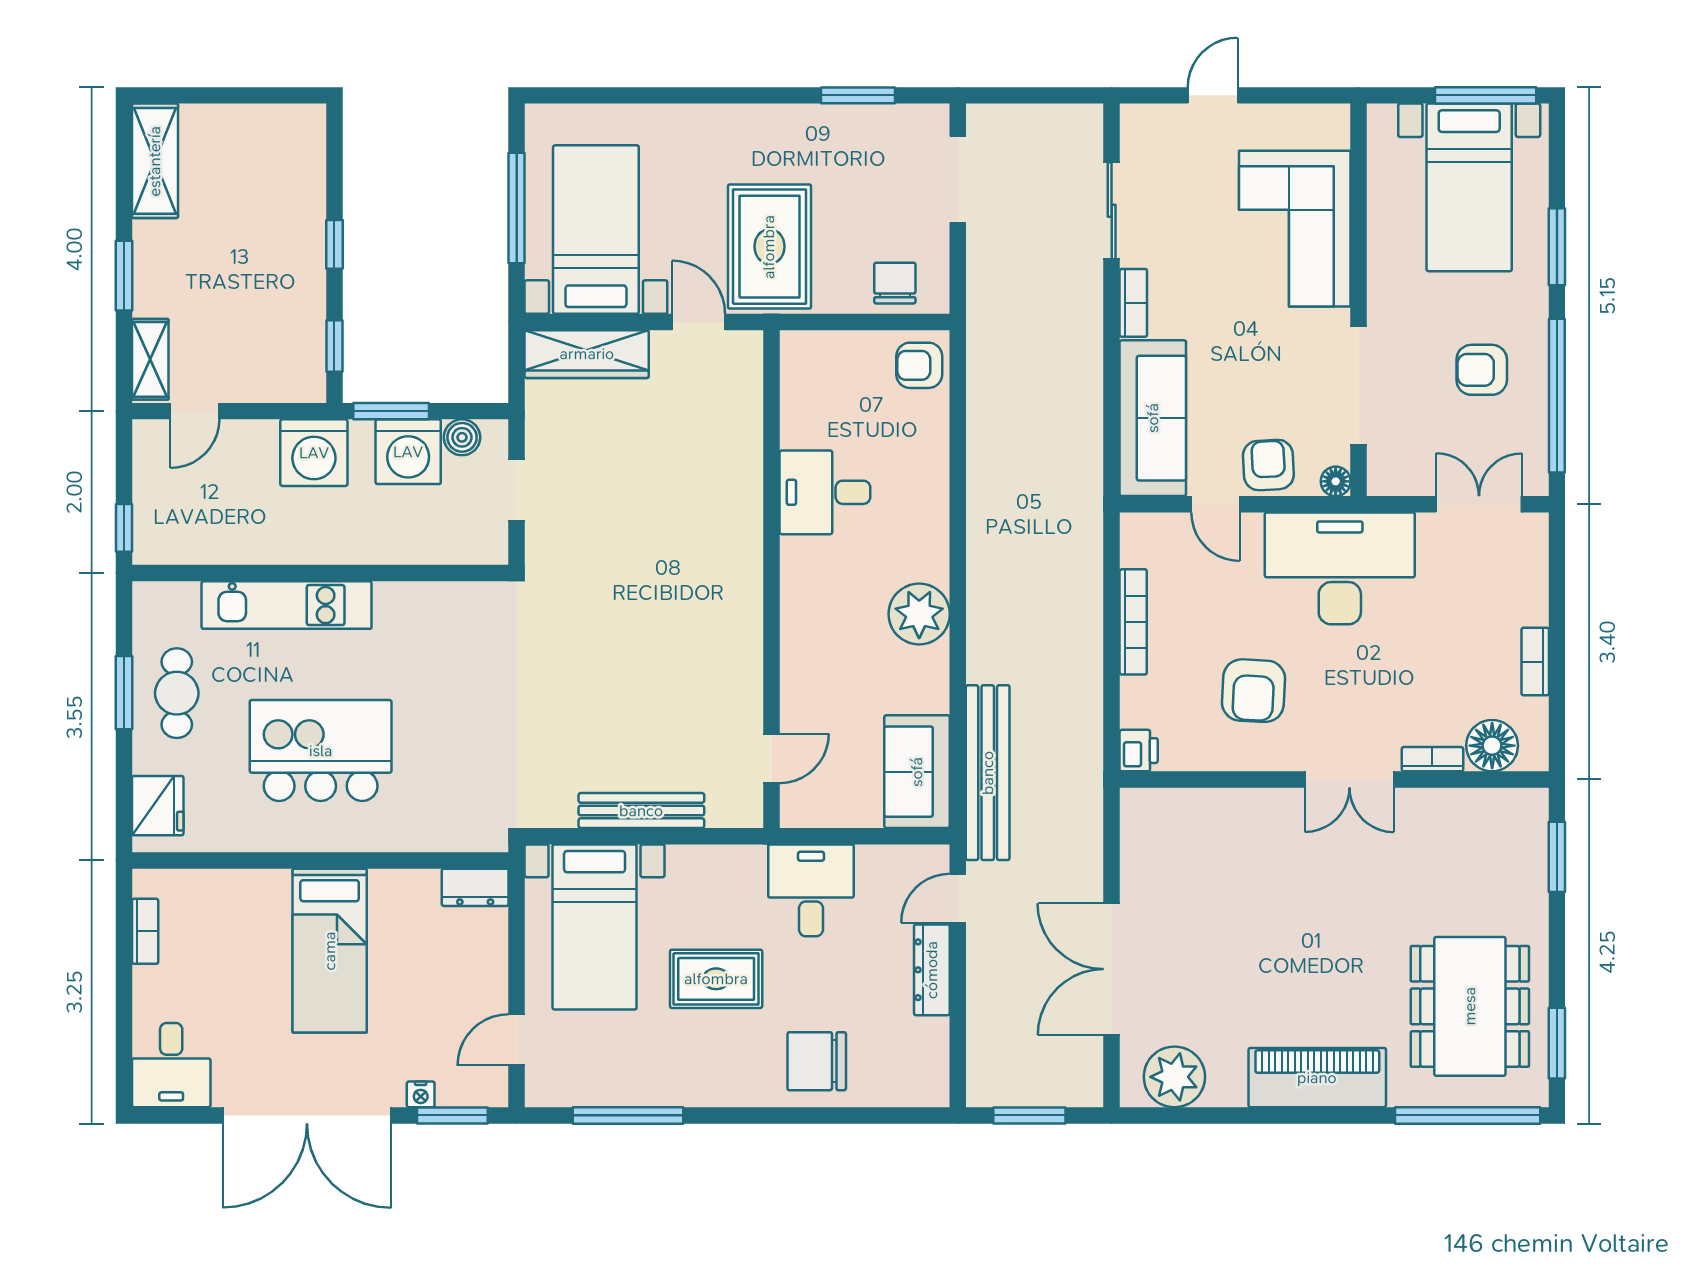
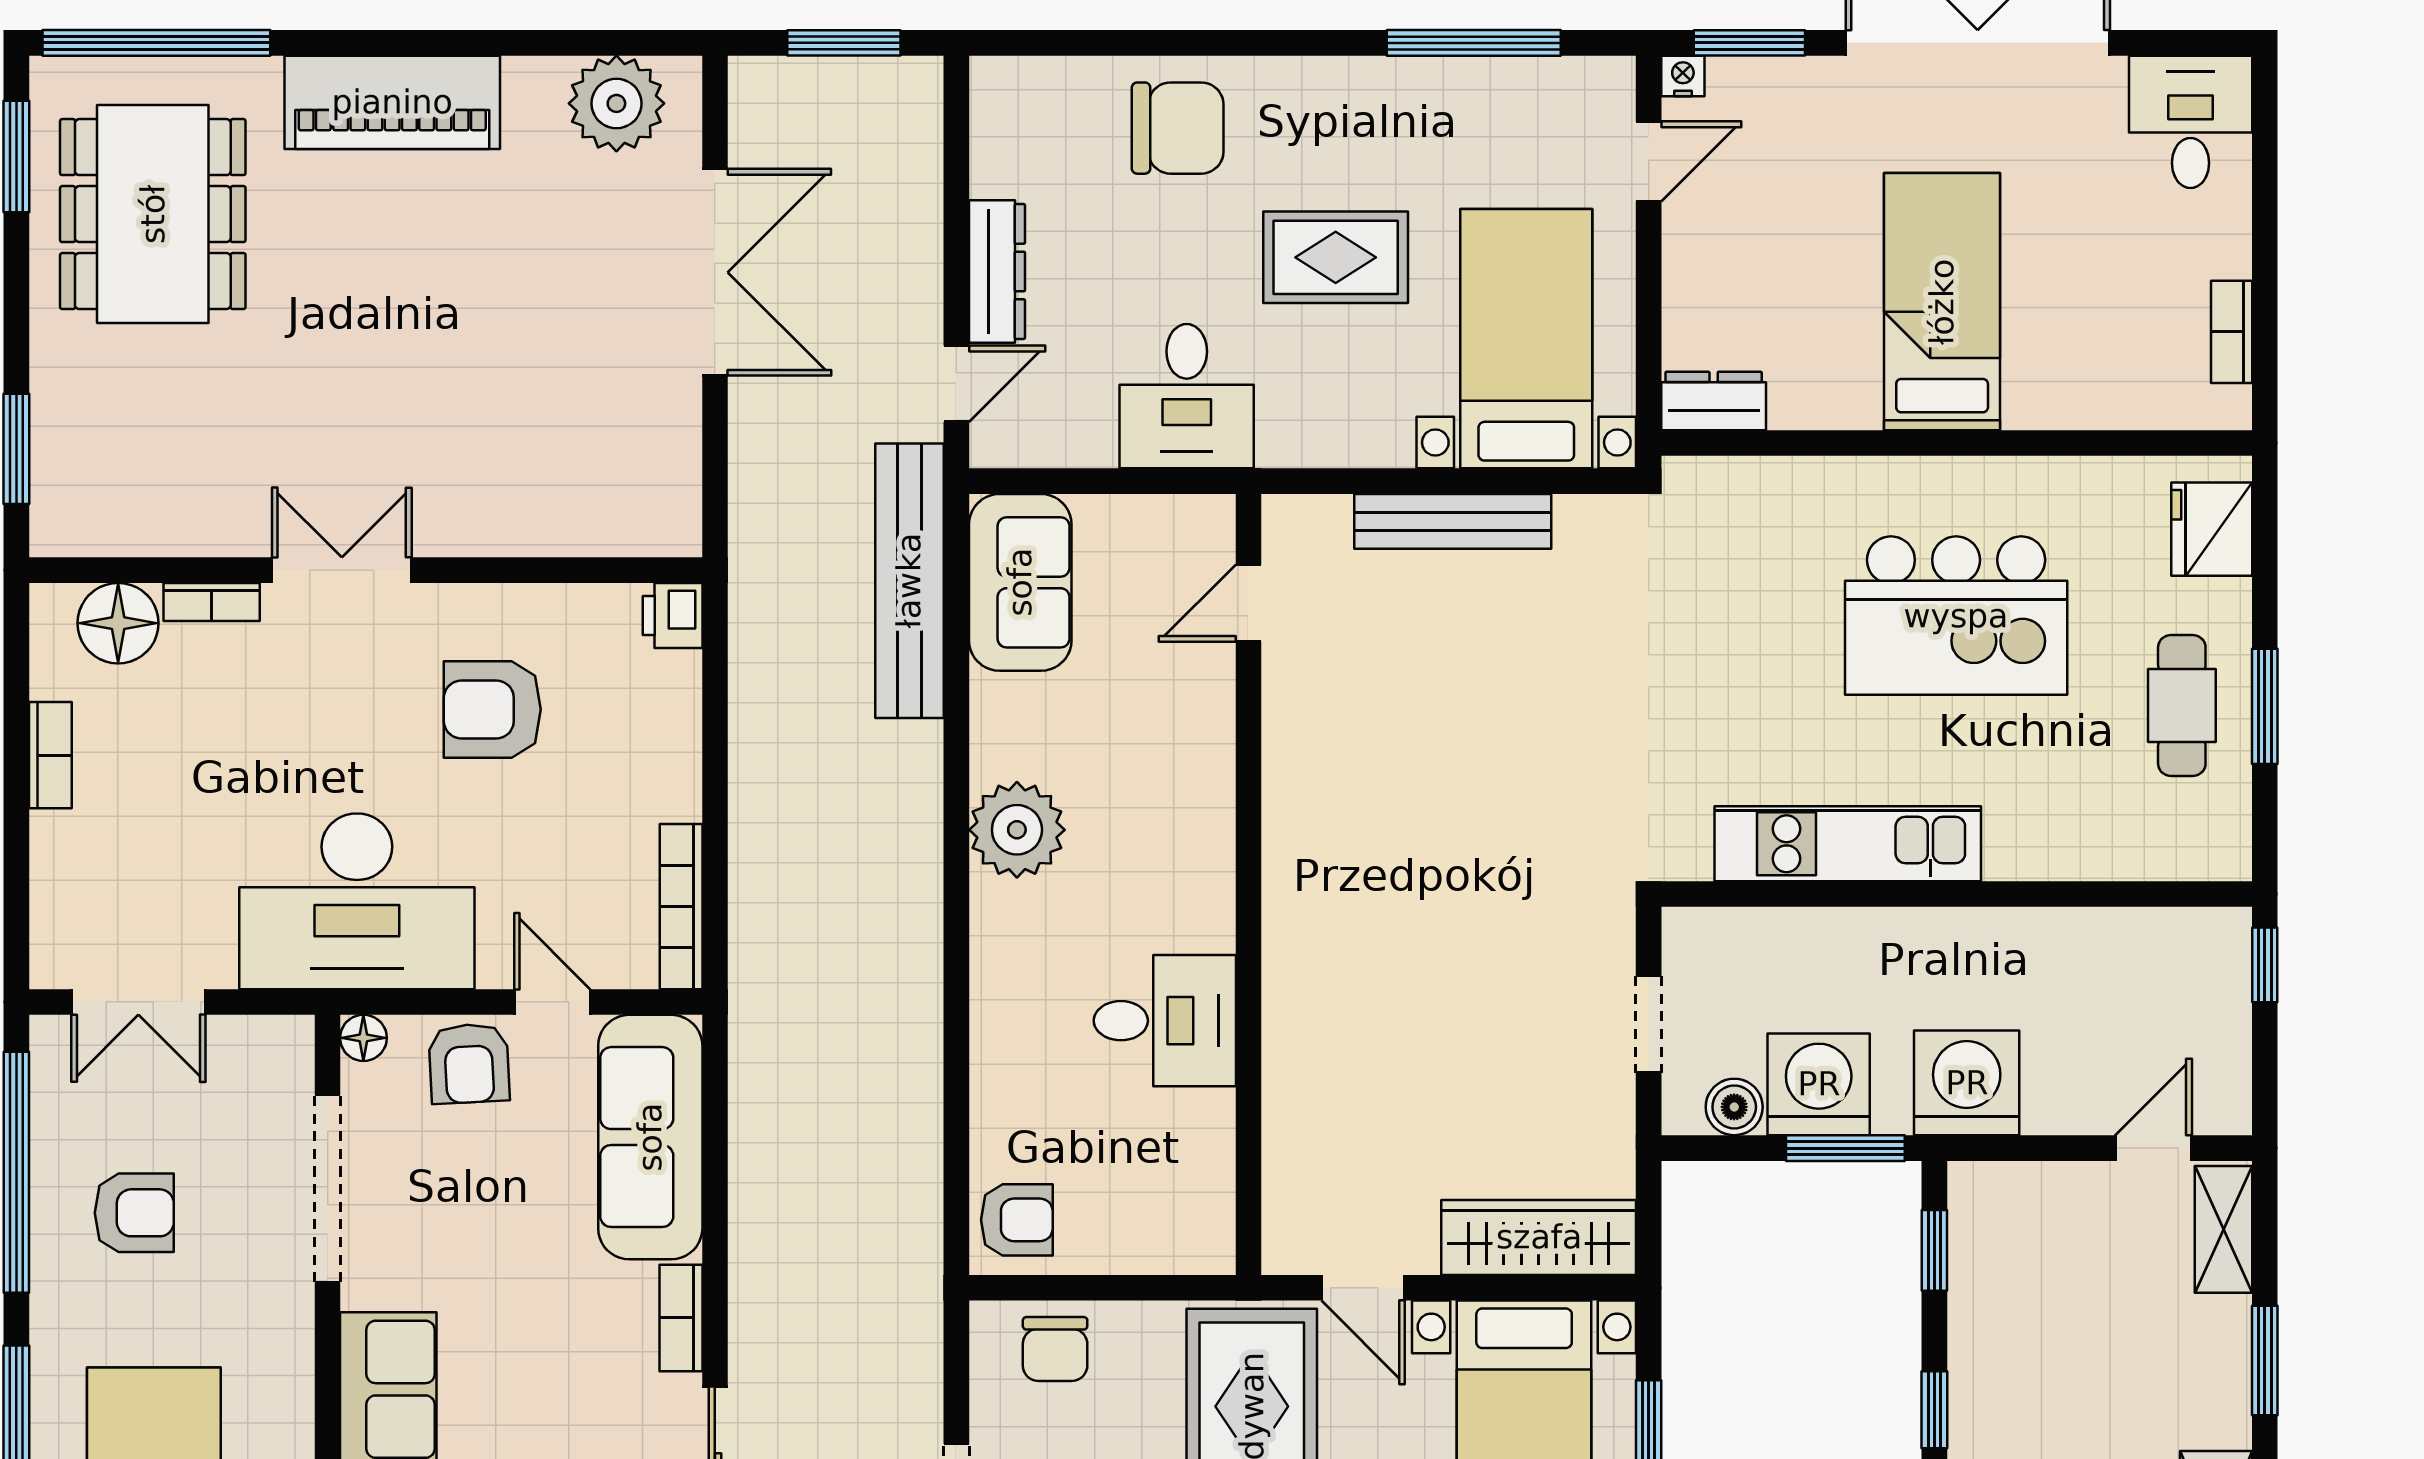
kitchen unit: (287, 605) -> (1848, 844), moved
bookcase: (1133, 622) -> (681, 907), moved
armchair: (1253, 691) -> (492, 709), turned -93
nightstand: (421, 1094) -> (1683, 76), moved

